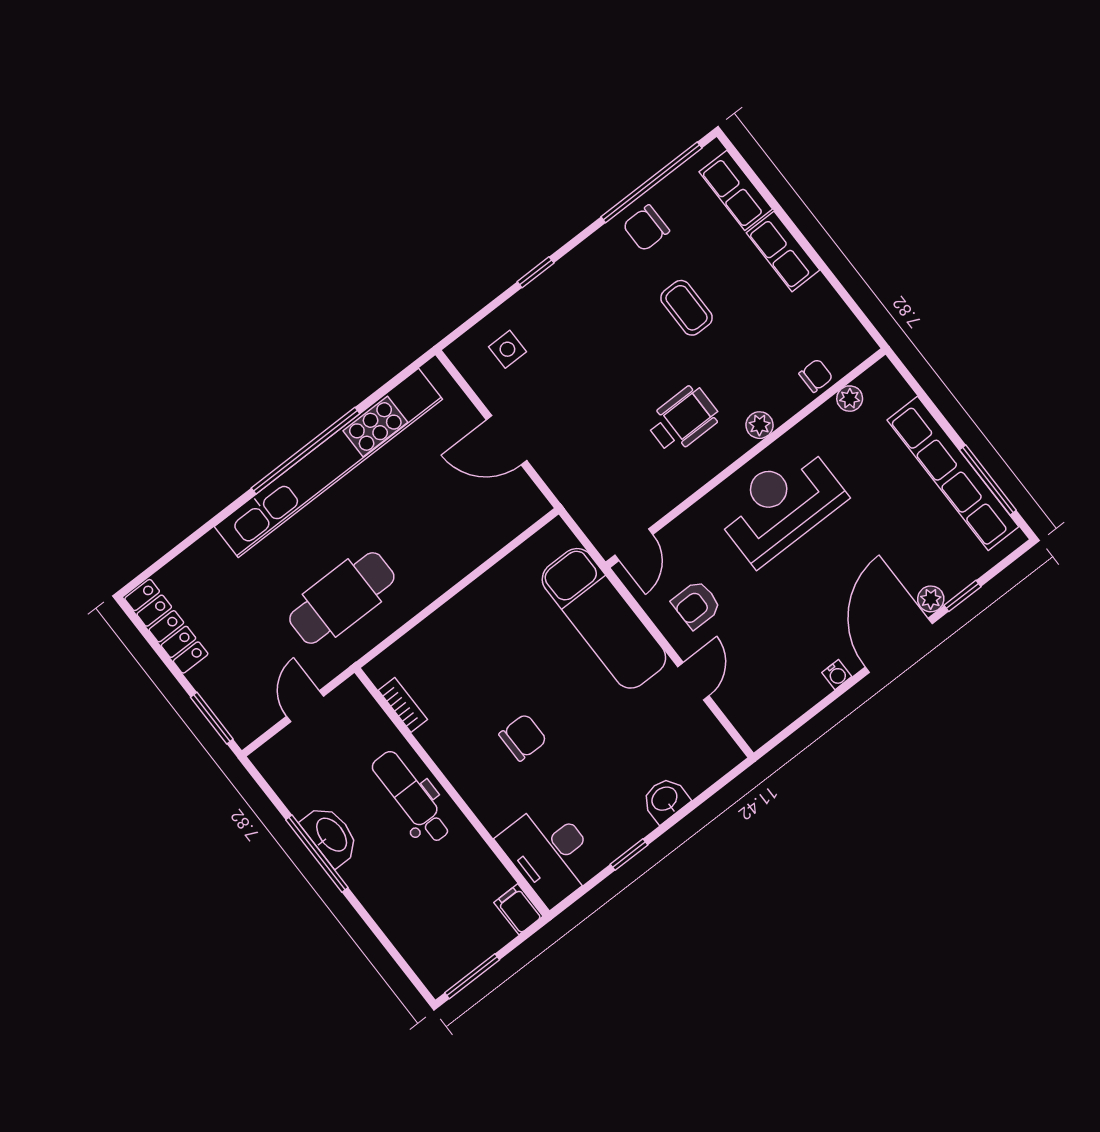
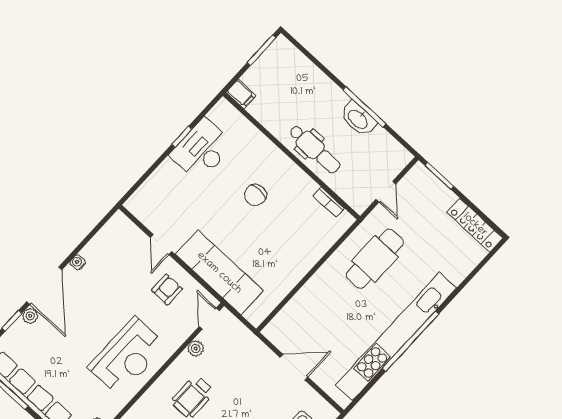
plant: (760, 425) -> (196, 348), moved
washbasin: (665, 799) -> (166, 173), removed
desk: (550, 853) -> (202, 150), moved, turned -90

